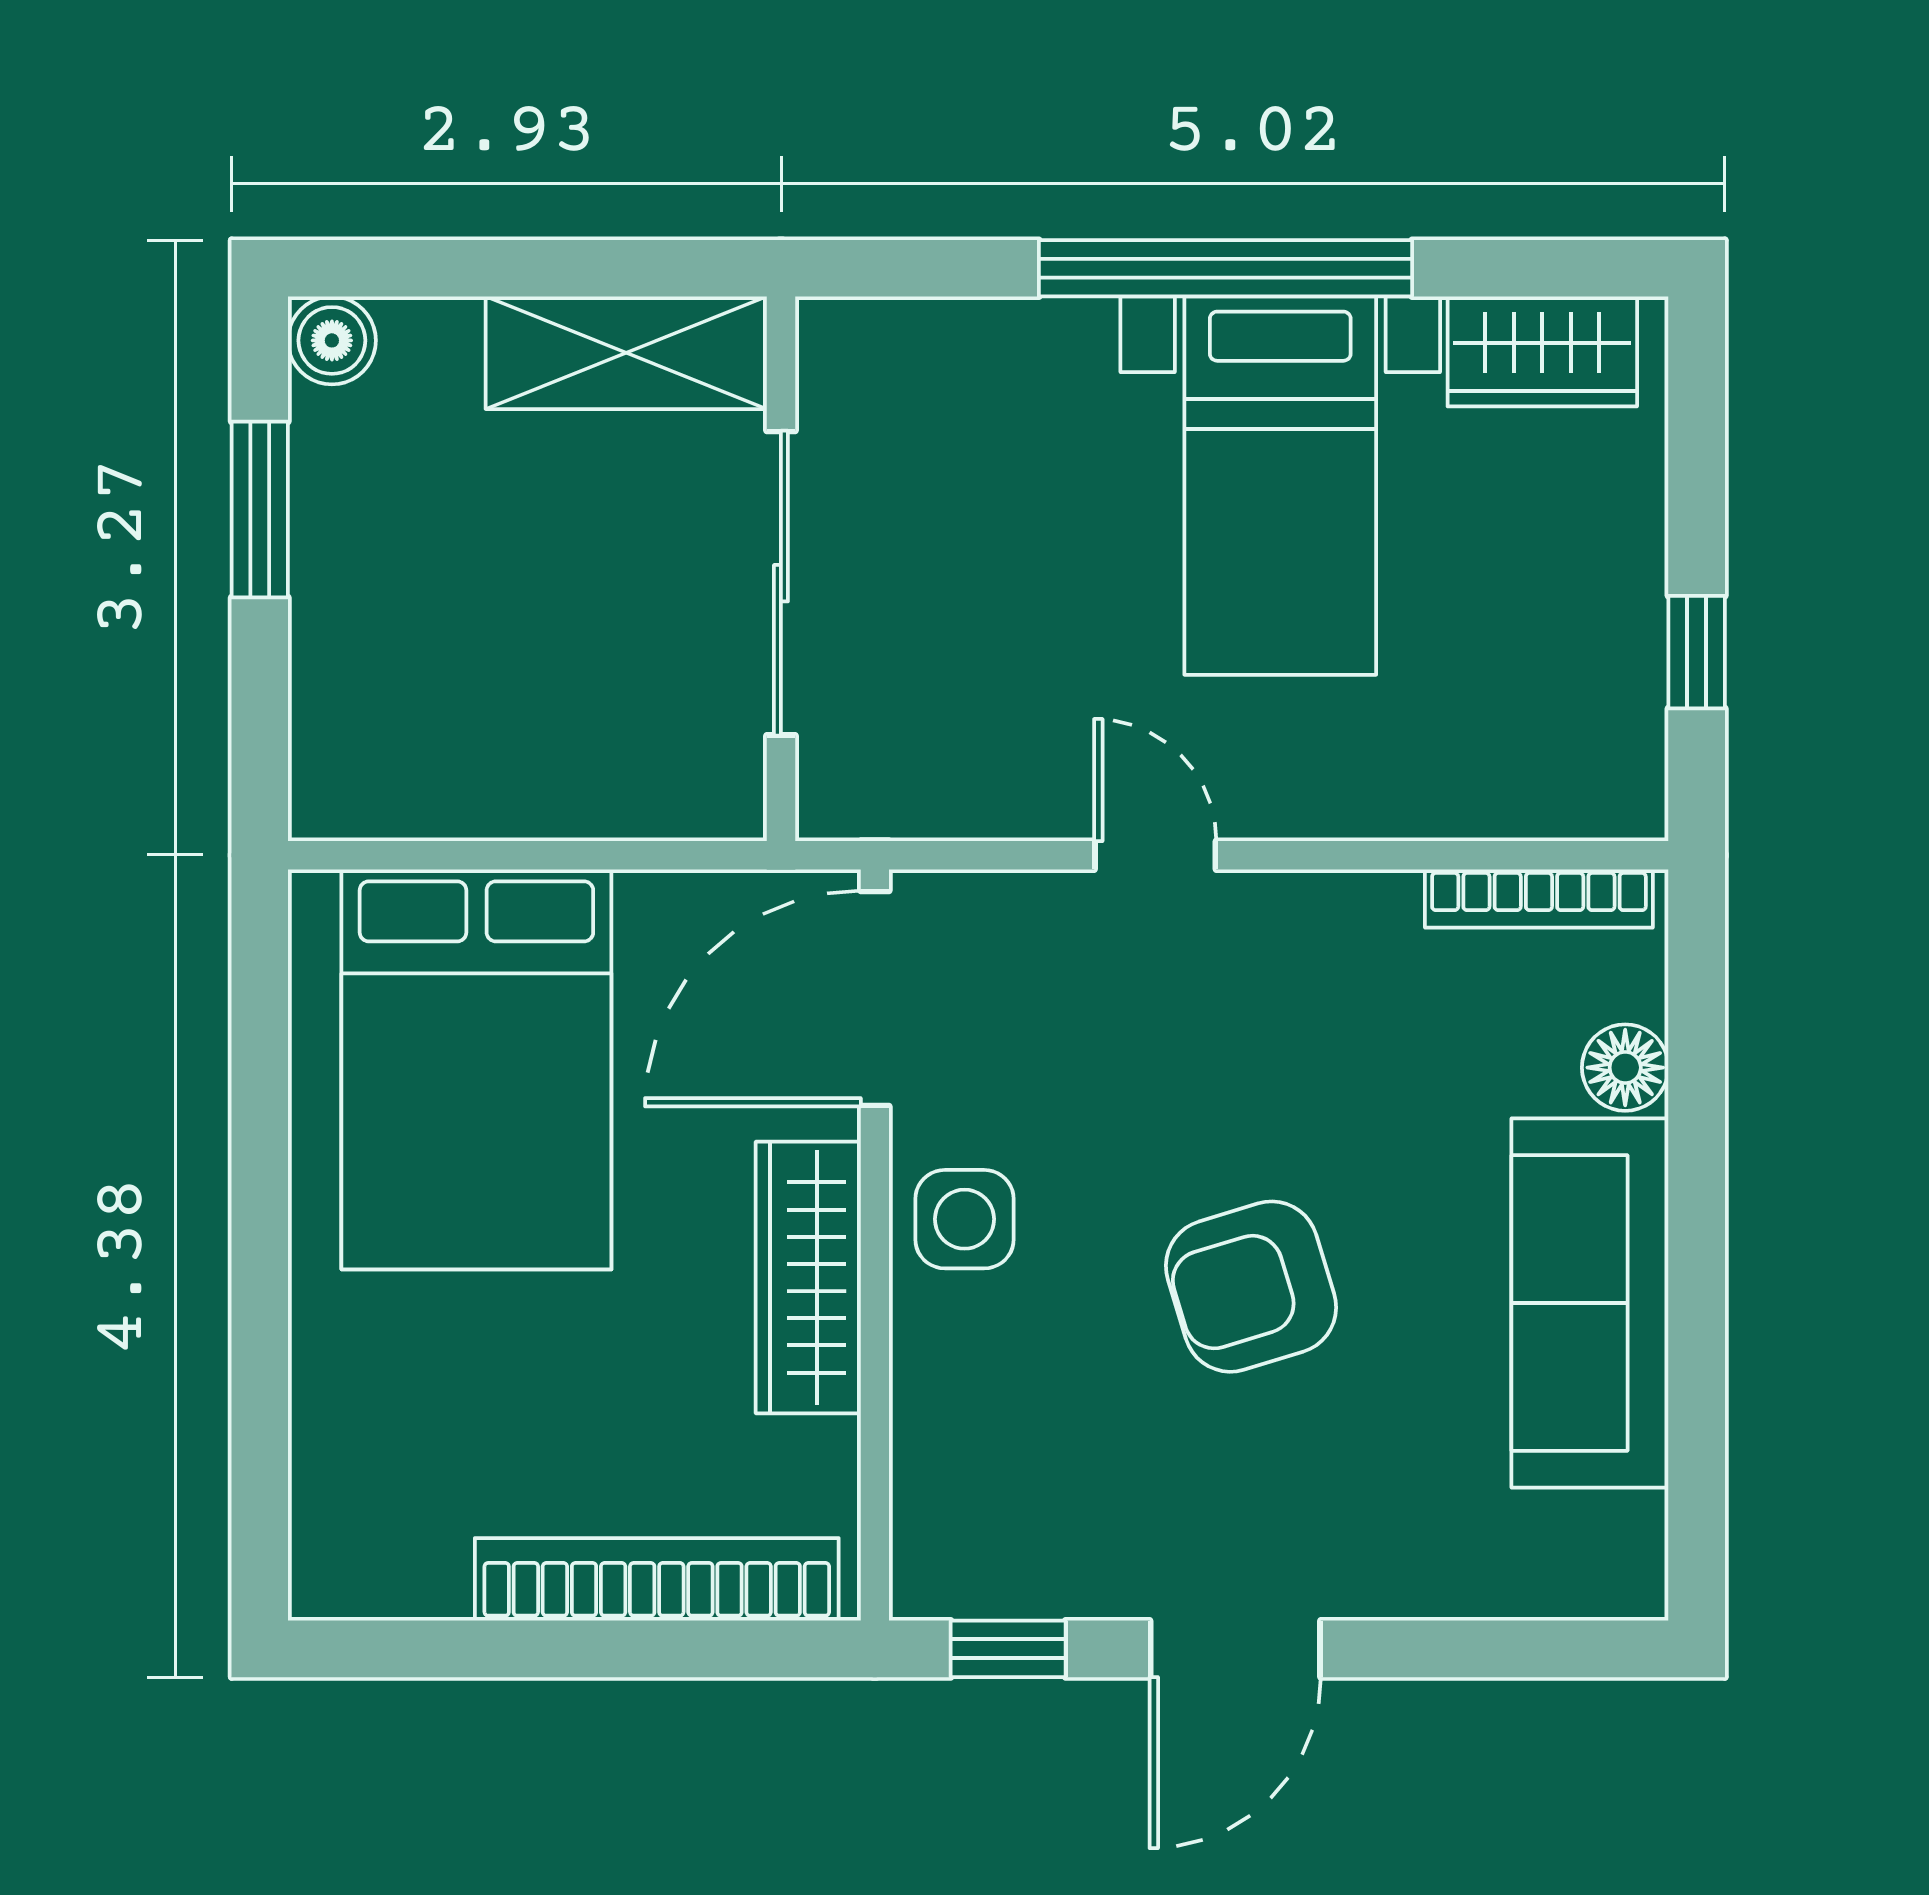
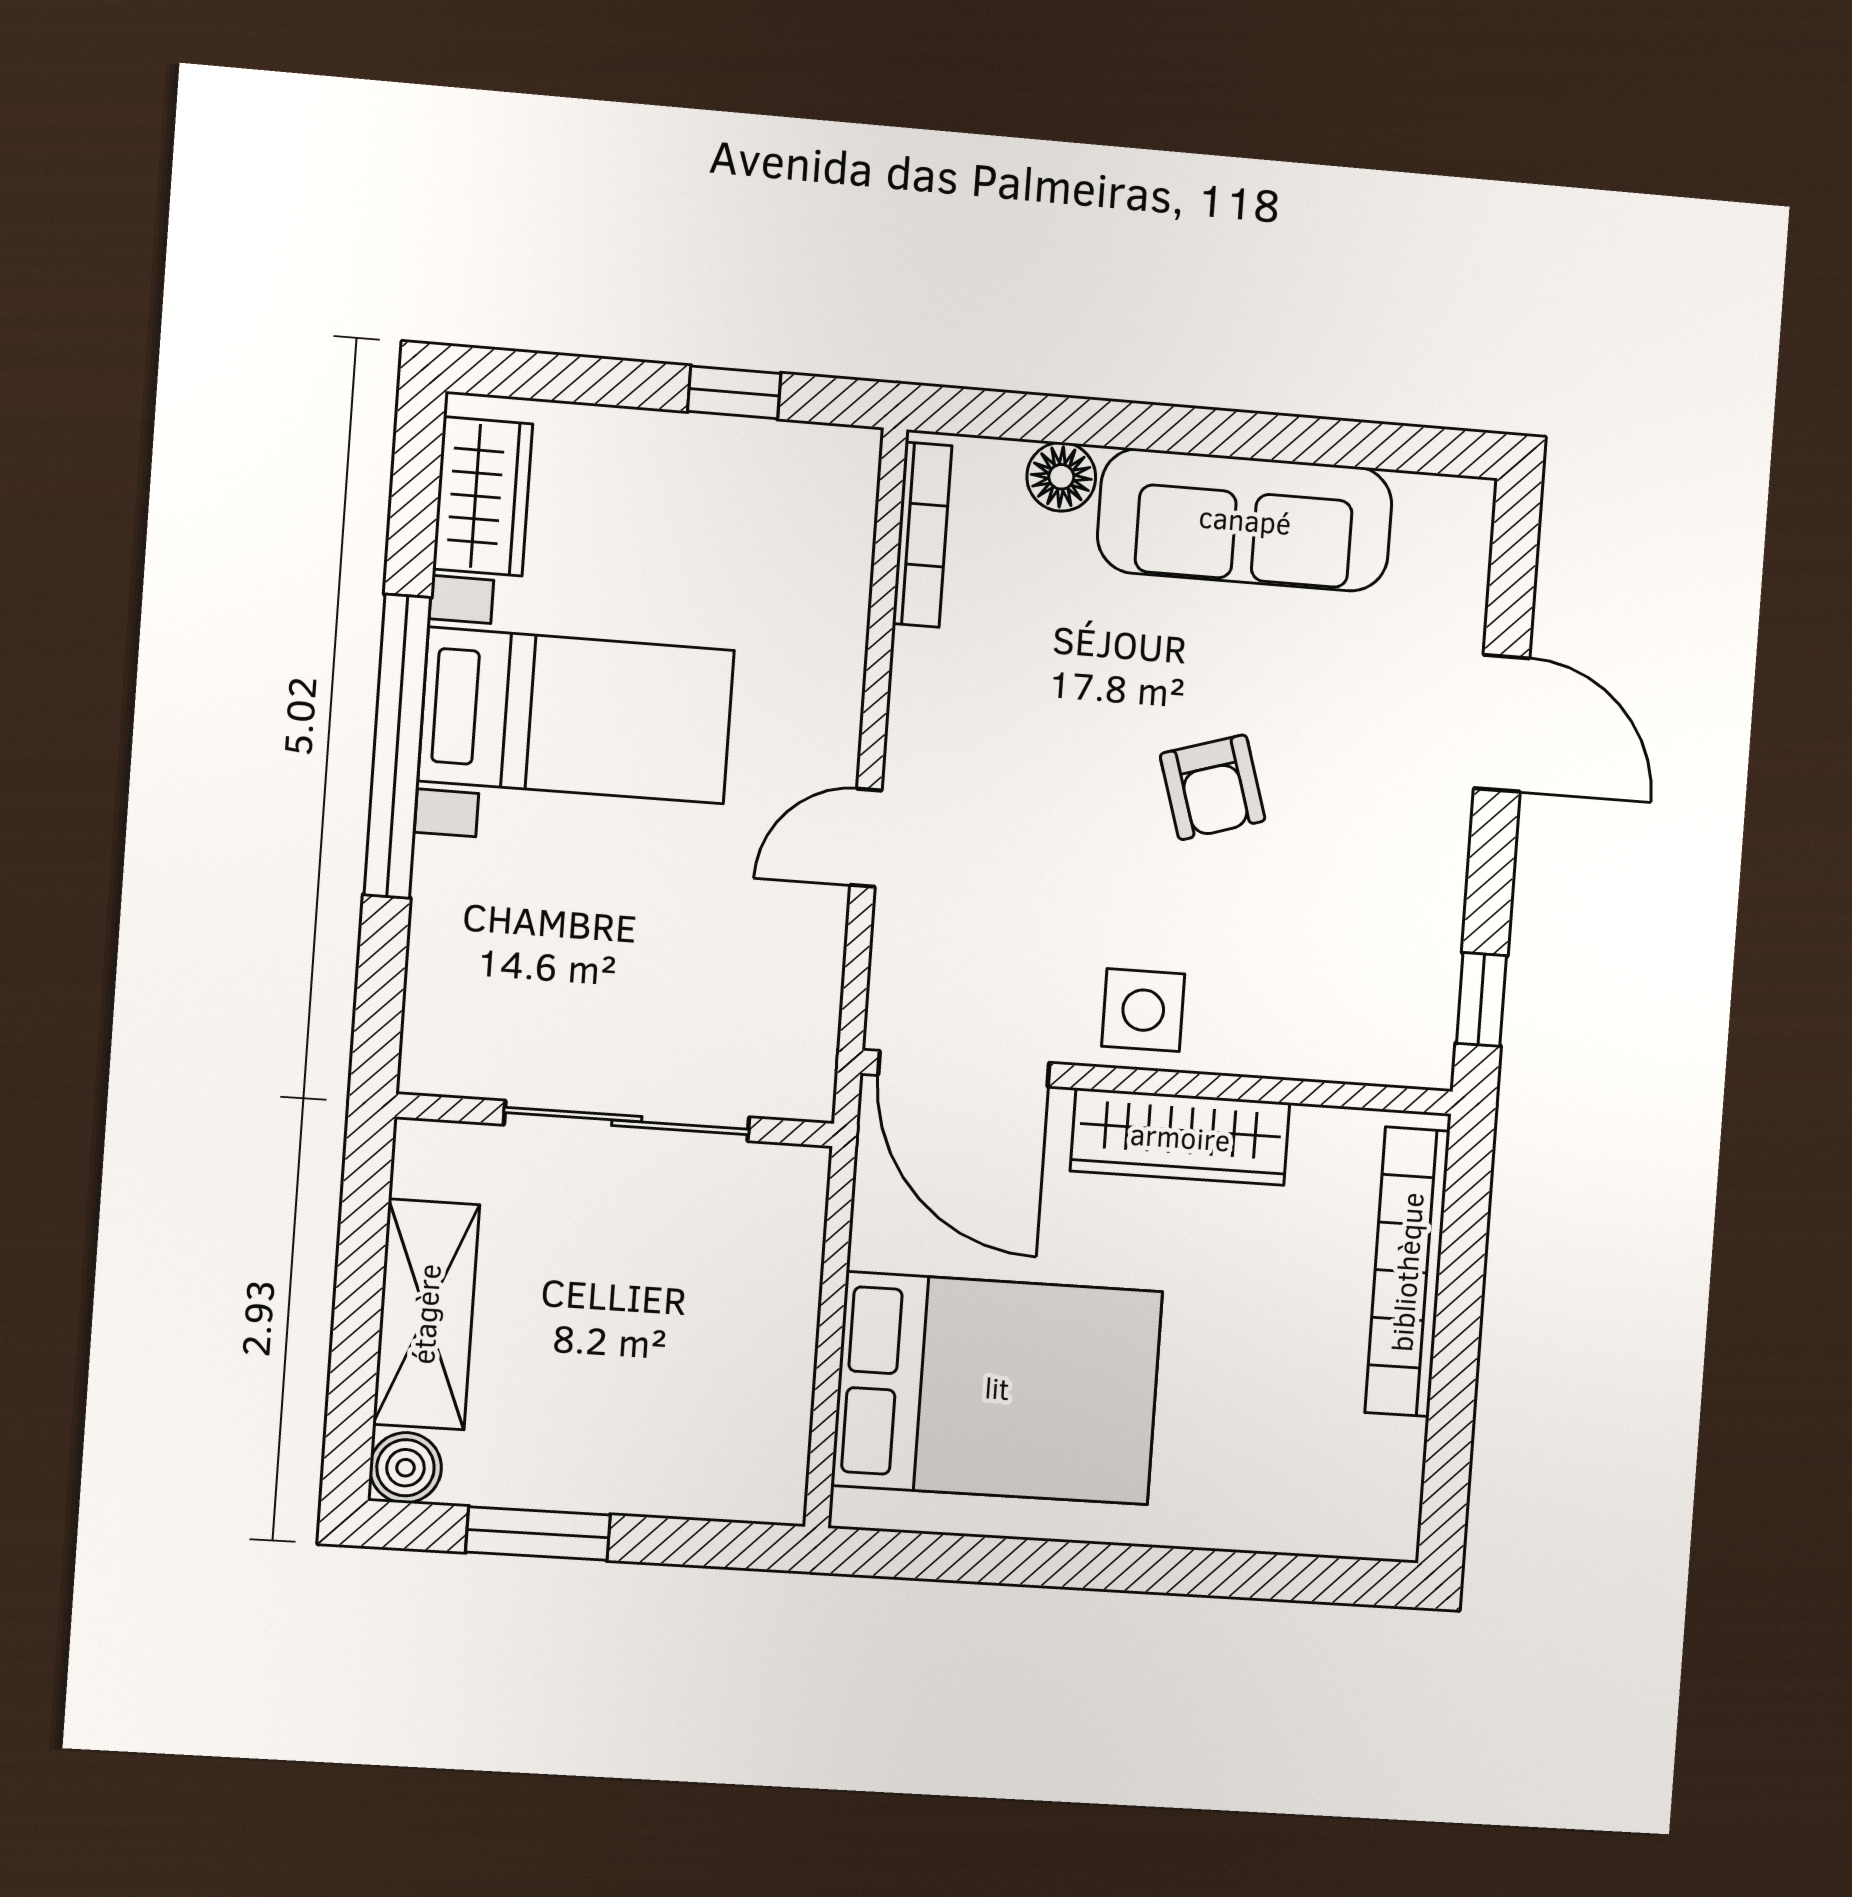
shelving: (626, 353) -> (426, 1314), moved
armchair: (1251, 1287) -> (1213, 787), width x0.72, depth x0.72
door: (1235, 1649) -> (1502, 723), moved

